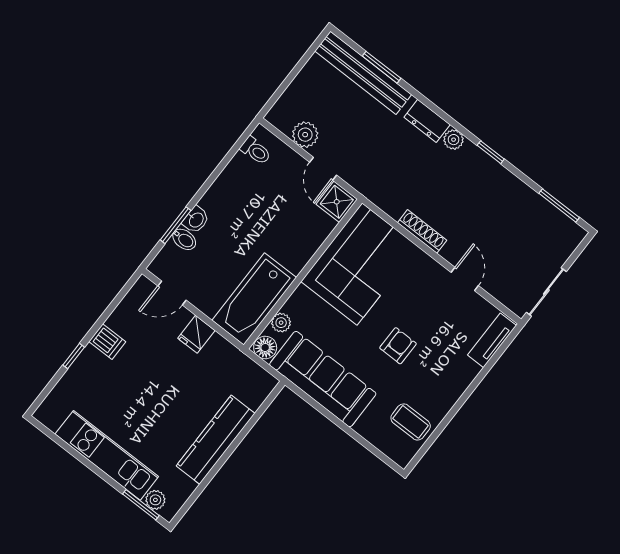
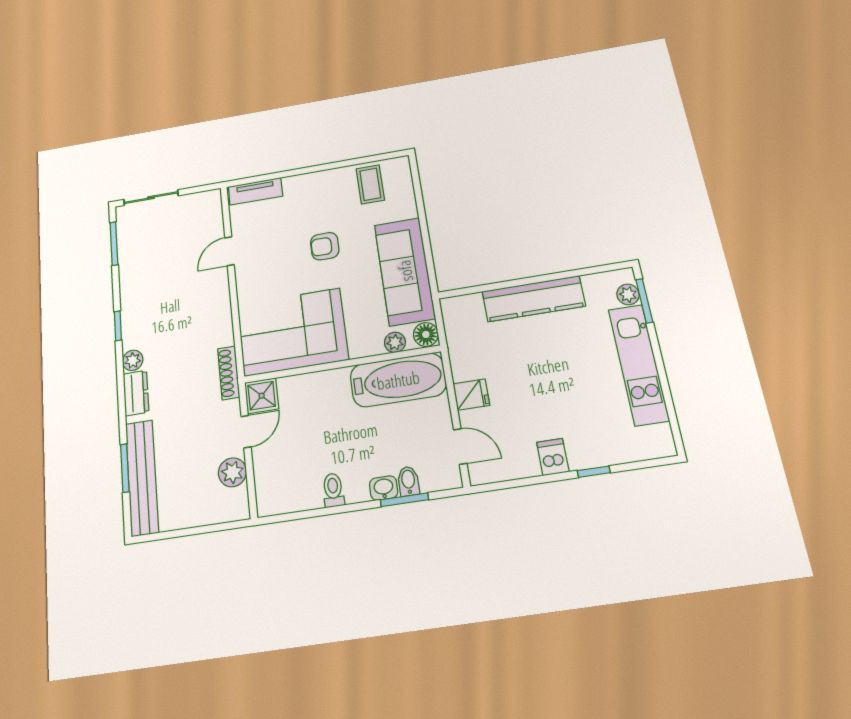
toilet: (256, 151) -> (333, 490), moved
shoe rack: (422, 231) -> (229, 373), moved
sliding door: (546, 292) -> (151, 198), moved

